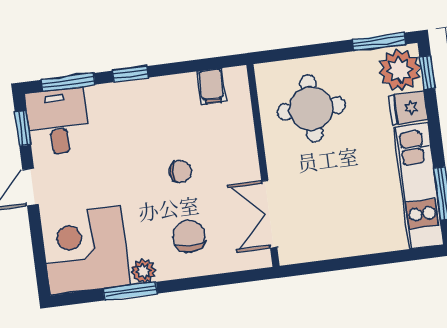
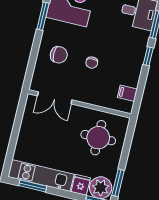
double door: (269, 214) -> (55, 98), swing flipped
plant: (143, 271) -> (50, 26), removed

